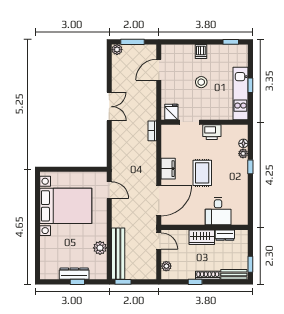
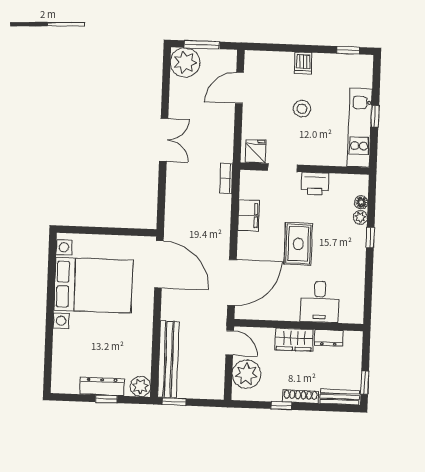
plant: (117, 50) -> (185, 62), width x1.87, depth x1.87
filing cabinet: (168, 169) -> (249, 215), moved
door: (109, 190) -> (159, 264), width x1.88
plant: (100, 248) -> (140, 386), moved
plant: (166, 266) -> (246, 374), width x1.88, depth x1.88

